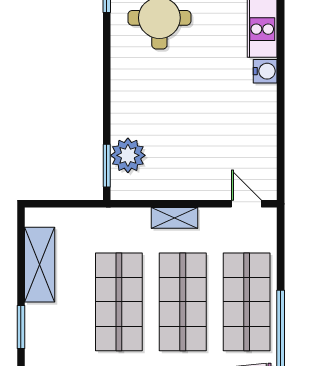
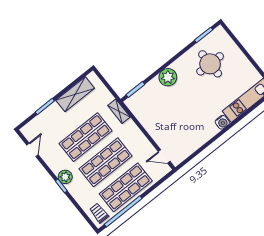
plant: (128, 155) -> (168, 77), moved
door: (246, 204) -> (164, 157), swing flipped
shelving: (174, 218) -> (119, 111), moved

